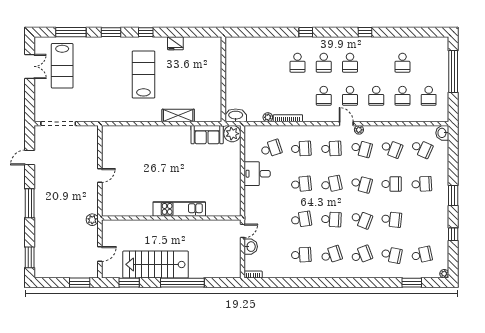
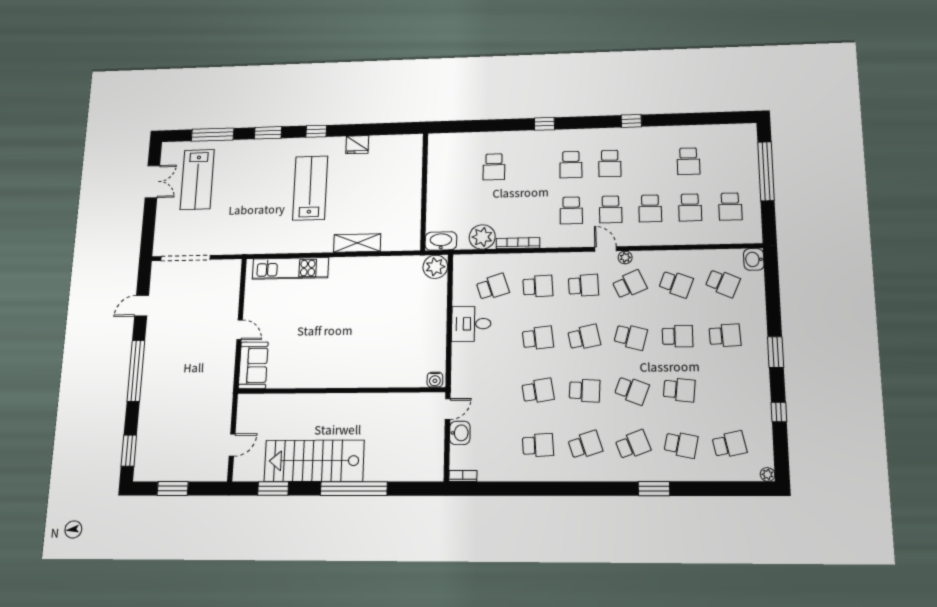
school desk: (297, 63) -> (494, 167), moved
plant: (268, 117) -> (482, 237), width x1.87, depth x1.87
sofa: (207, 135) -> (253, 365), moved, turned -90
school desk: (361, 149) -> (629, 285), turned -39
door: (100, 175) -> (240, 330), hinge flipped
window: (30, 203) -> (136, 371), width x1.46
kitchen unit: (179, 209) -> (290, 268), moved, turned 180
water cooler: (234, 211) -> (435, 380), added
plant: (92, 220) -> (224, 394), removed
window: (80, 283) -> (173, 489), moved
window: (412, 283) -> (654, 489), moved

